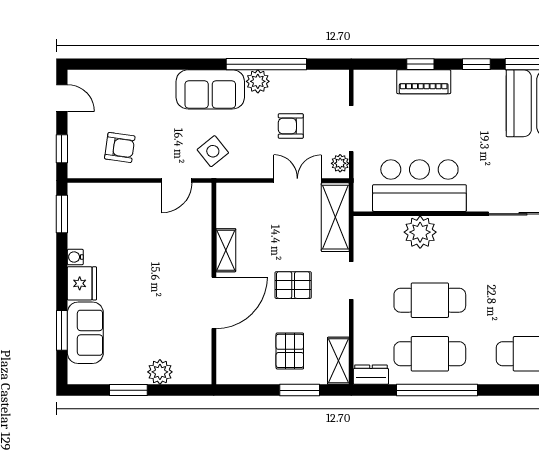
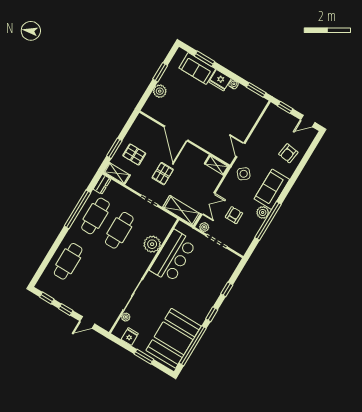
piano: (424, 82) -> (218, 286), removed
armchair: (120, 147) -> (288, 153), moved
shelving: (226, 250) -> (217, 165), moved

